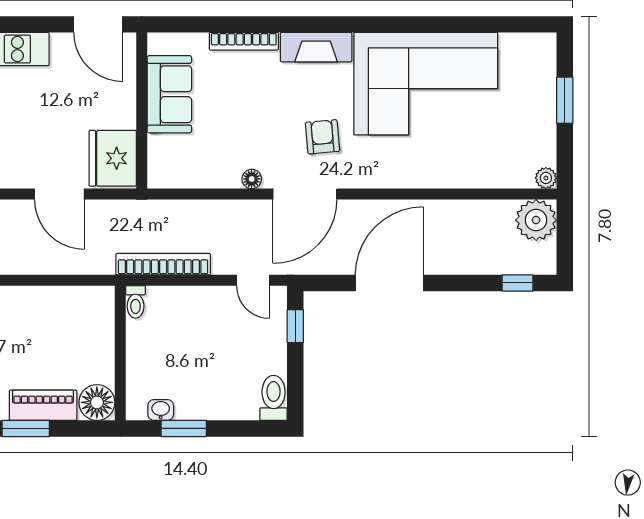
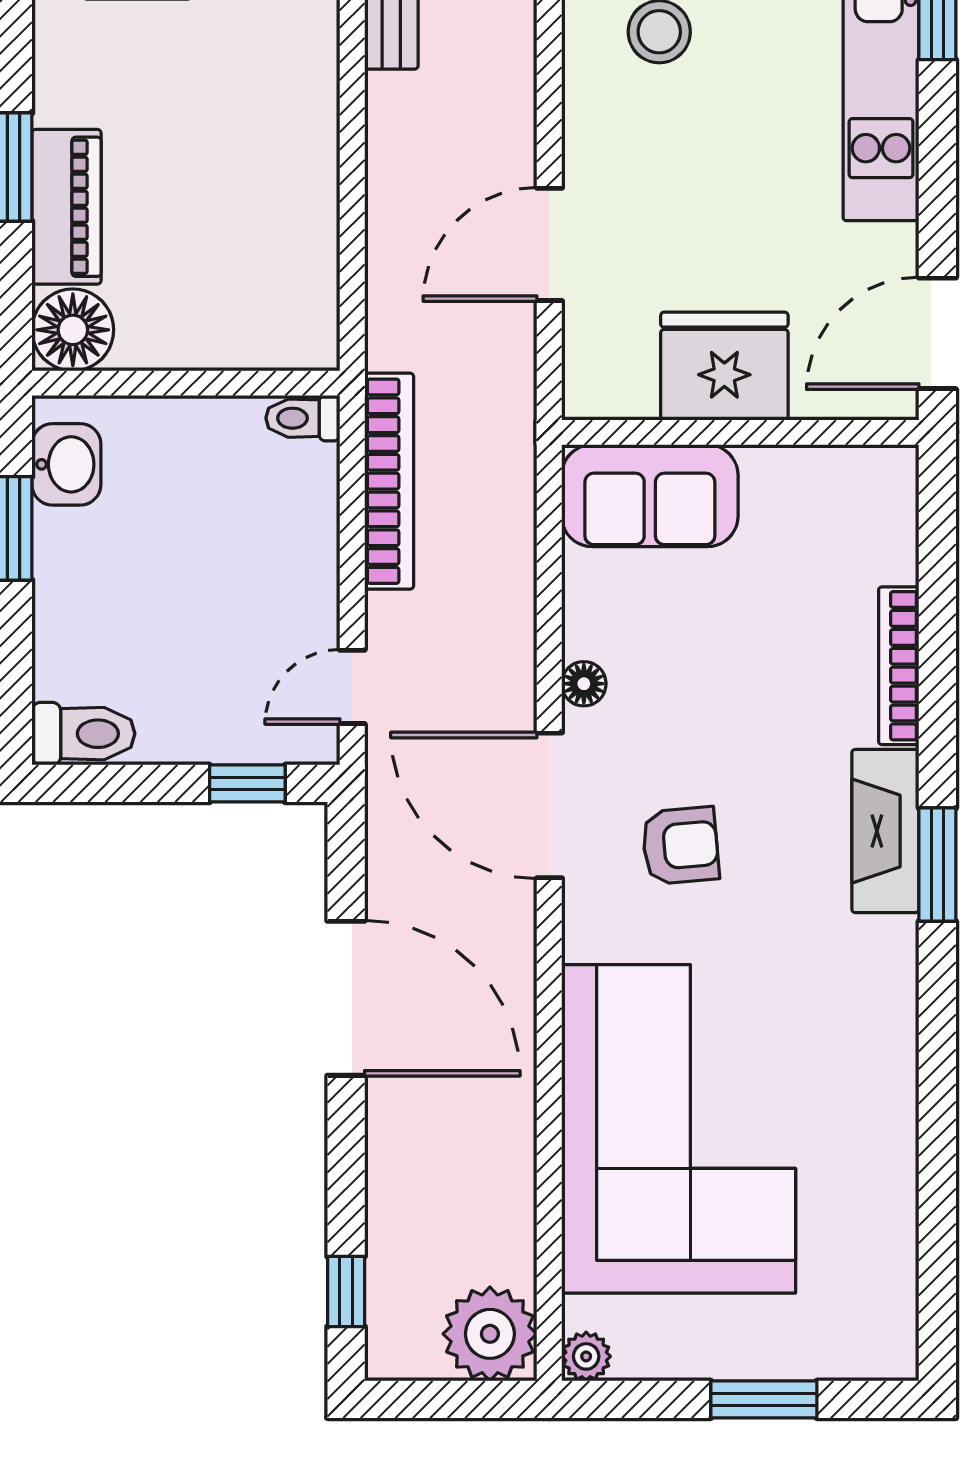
window: (331, 24) -> (937, 865), added
corner sofa: (426, 84) -> (679, 1129), moved, turned 180
sofa: (169, 94) -> (650, 496), moved
fridge: (113, 158) -> (724, 366), moved
washbasin: (161, 410) -> (66, 464), width x1.38, depth x1.45

